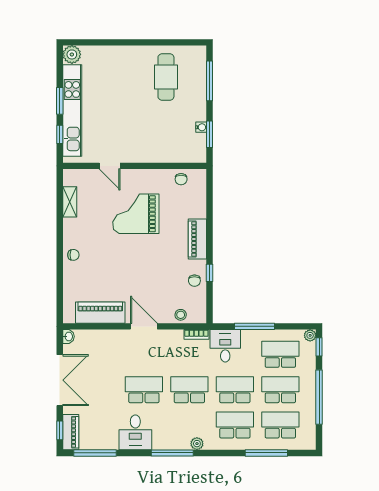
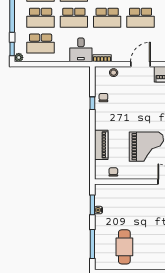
piano: (197, 239) -> (101, 145), moved
door: (144, 326) -> (141, 64), swing flipped
window: (254, 326) -> (59, 64), removed

